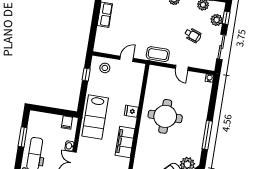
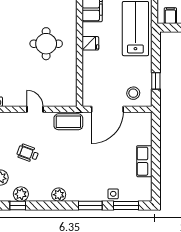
door: (127, 59) -> (107, 109), width x1.87
round table: (165, 116) -> (46, 44), width x0.73, depth x0.73

